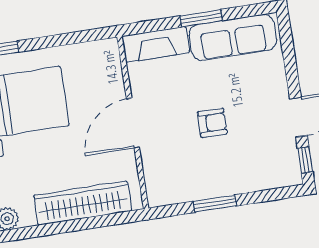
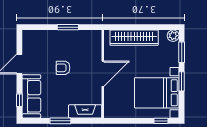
sofa: (233, 37) -> (31, 96), moved, turned 90
window: (305, 160) -> (19, 100), moved

